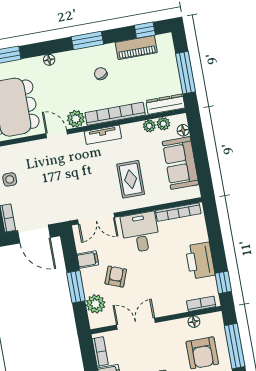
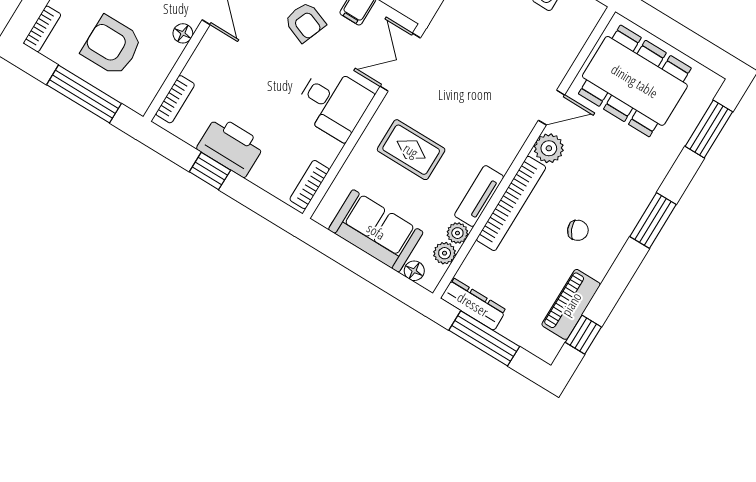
window: (87, 40) -> (653, 221), moved
floor lamp: (49, 60) -> (653, 181), removed
dresser: (165, 104) -> (473, 304), moved, turned -90
tv unit: (103, 135) -> (479, 196), moved
bookcase: (178, 212) -> (309, 185), width x0.64
window: (223, 282) -> (210, 171), moved
floor lamp: (194, 322) -> (183, 33), moved

